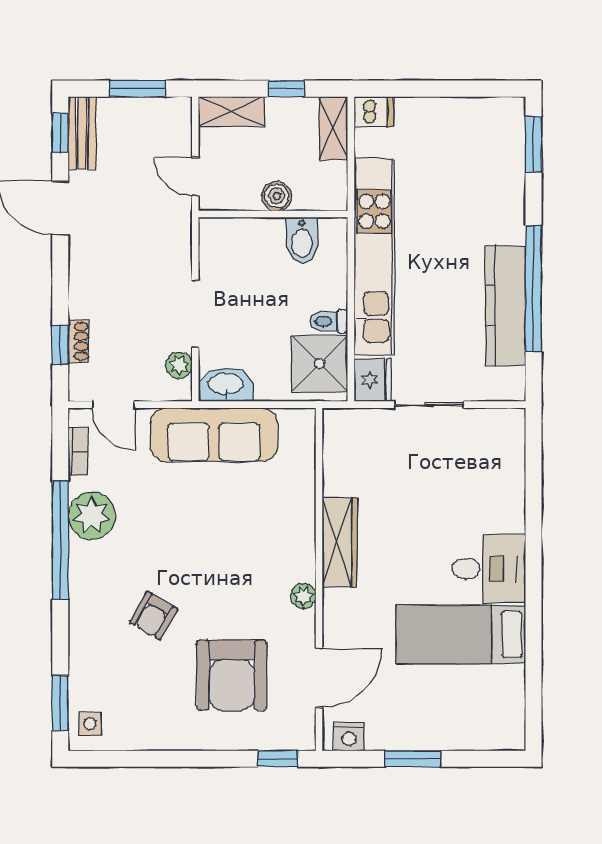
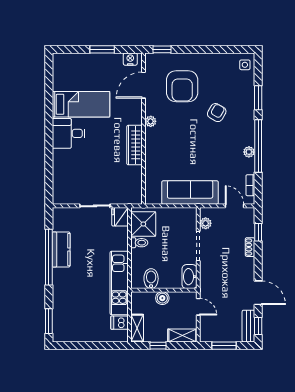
dishwasher: (374, 112) -> (119, 323), moved
kitchen unit: (374, 256) -> (119, 283), width x0.73
kitchen counter: (506, 306) -> (61, 250), width x0.67
shoe rack: (79, 341) -> (250, 247), moved
washbasin: (226, 385) -> (190, 277), moved, turned 90
plant: (92, 516) -> (249, 152), width x0.53, depth x0.53
armchair: (232, 675) -> (182, 86), turned 180
window: (60, 703) -> (258, 98), moved

